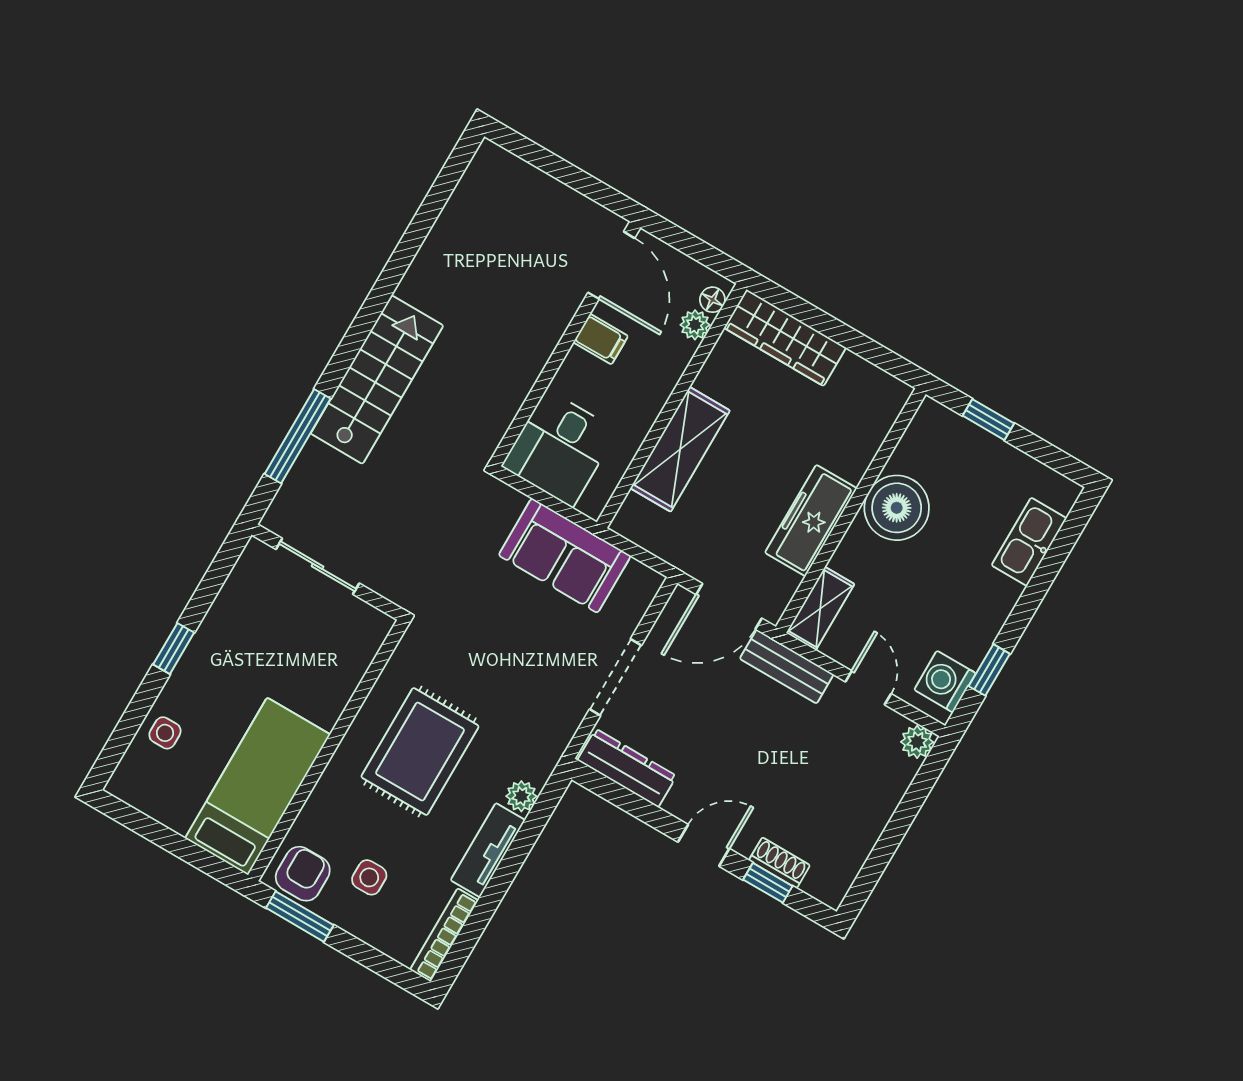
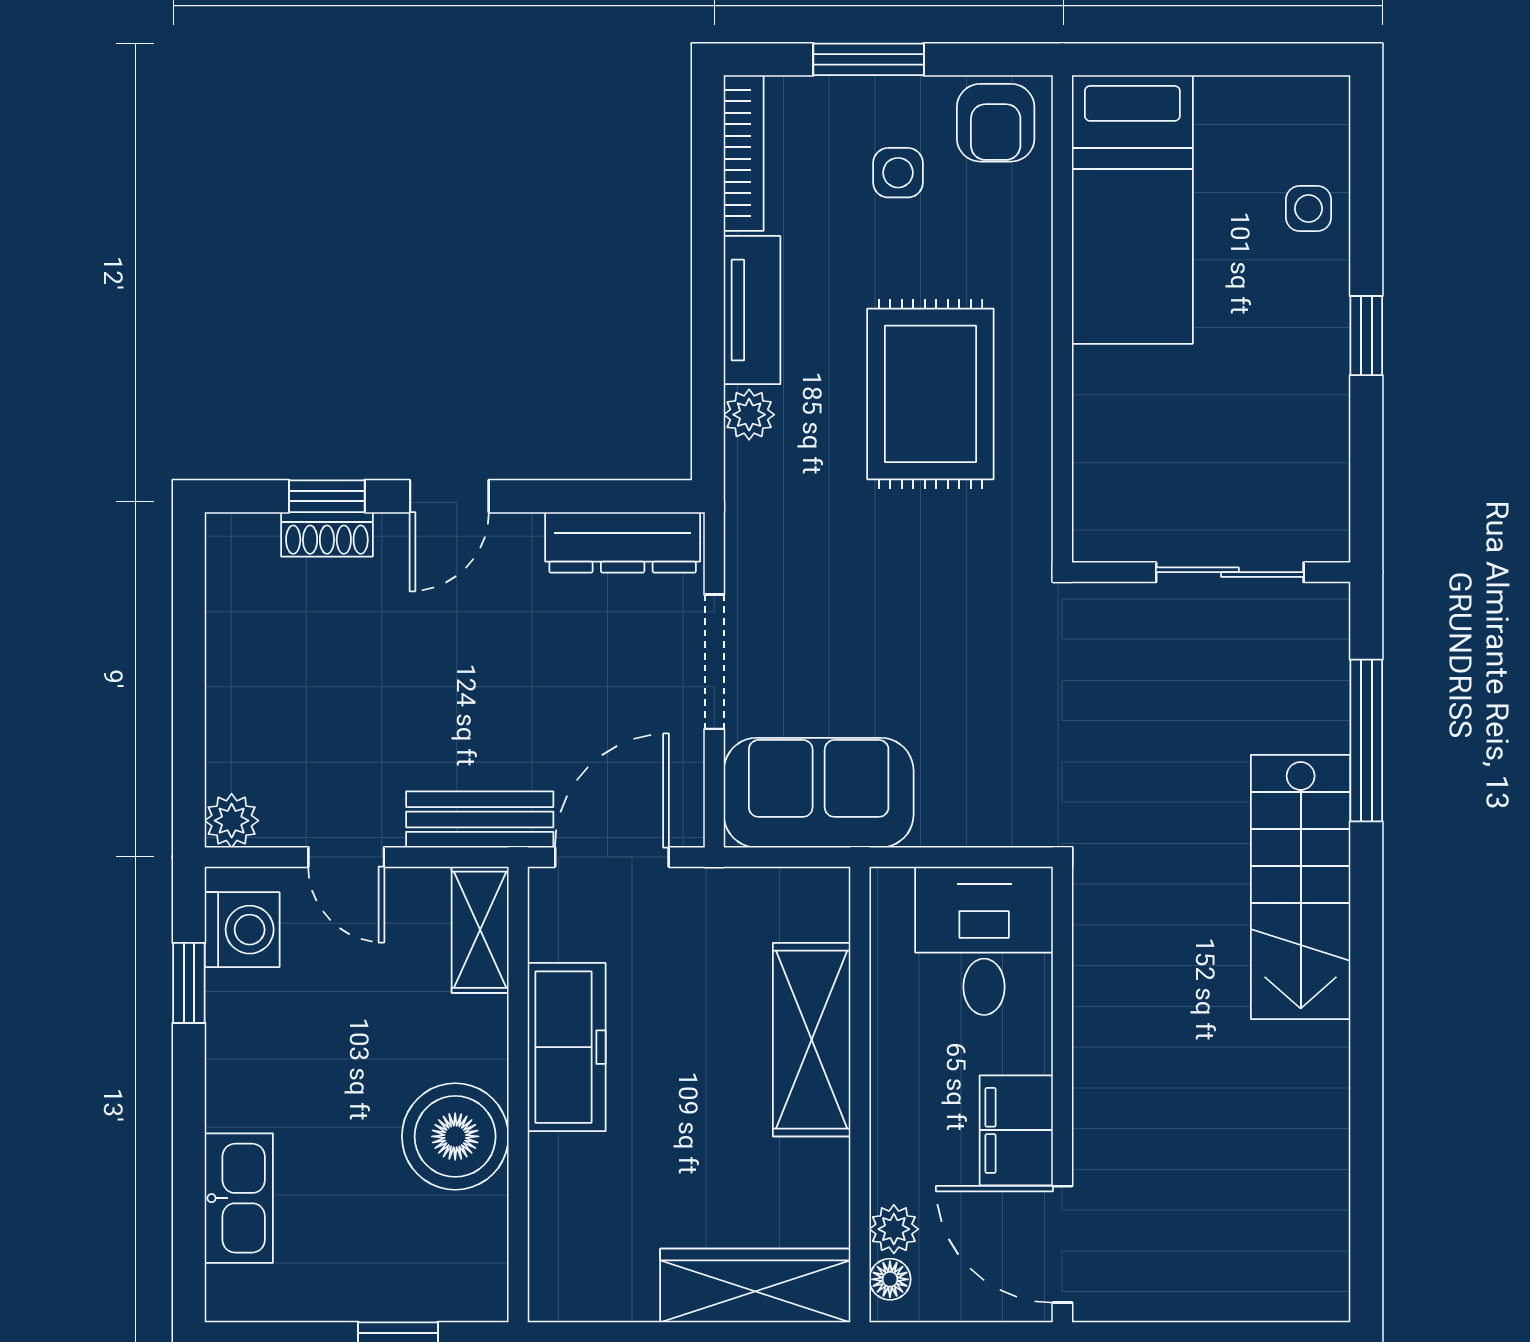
filing cabinet: (601, 339) -> (1016, 1130), width x2.00
sofa: (565, 556) -> (819, 793), moved
window: (300, 917) -> (869, 59), moved

